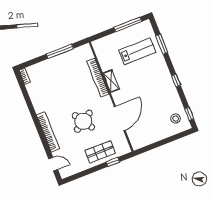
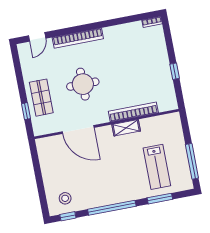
window: (60, 51) -> (175, 71), width x0.46
window: (176, 80) -> (112, 208), width x3.17
round table: (83, 121) -> (83, 84), turned 33

